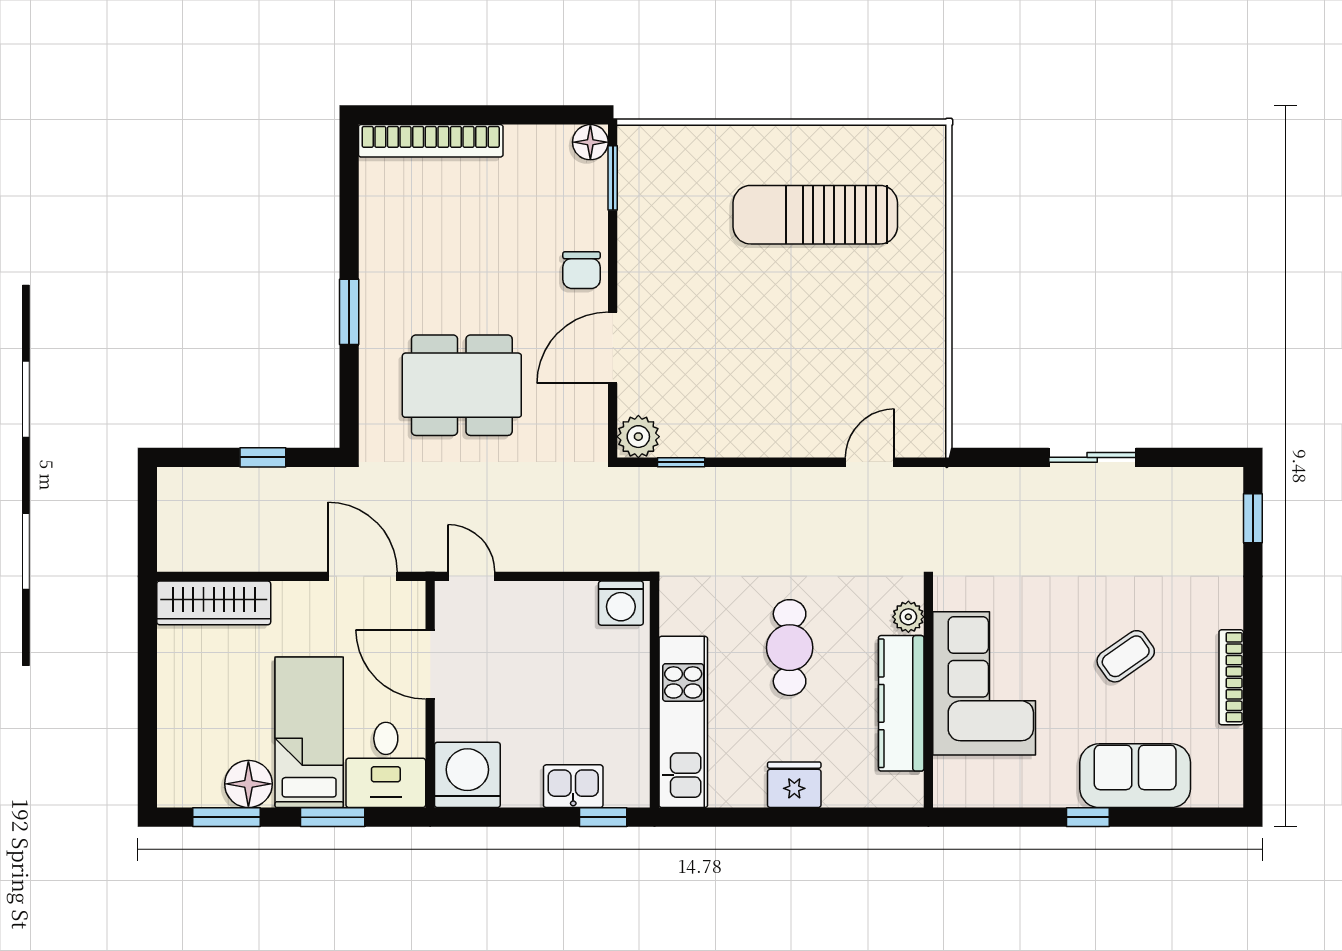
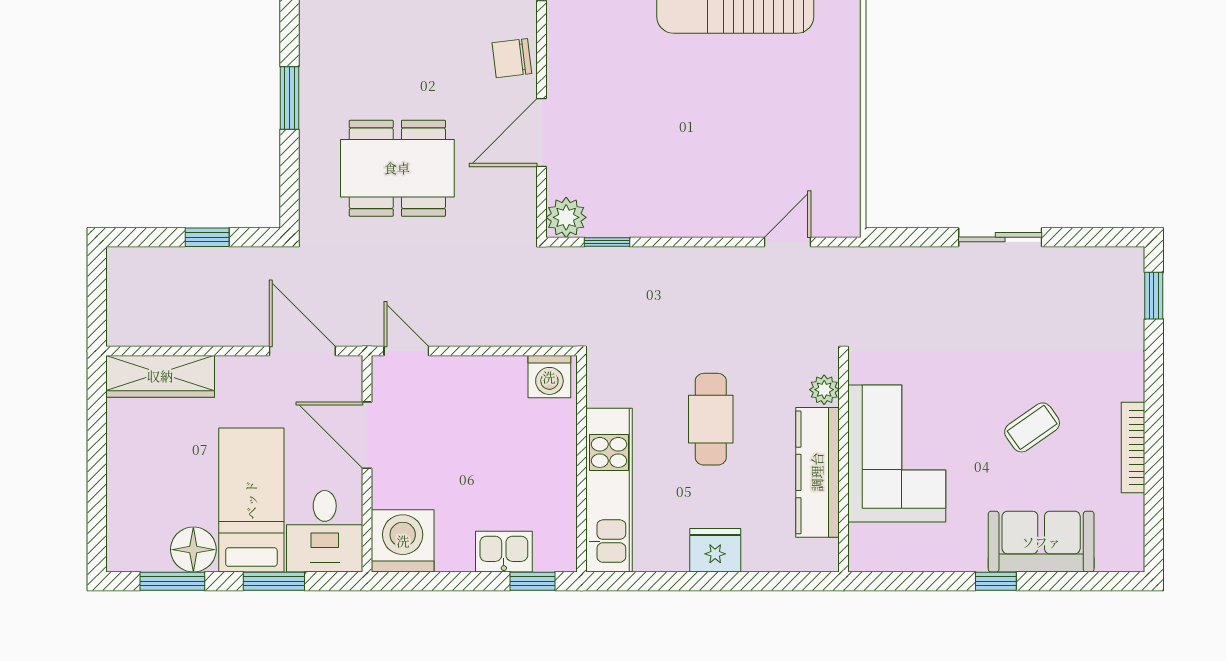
chair: (582, 270) -> (512, 58), turned 83

